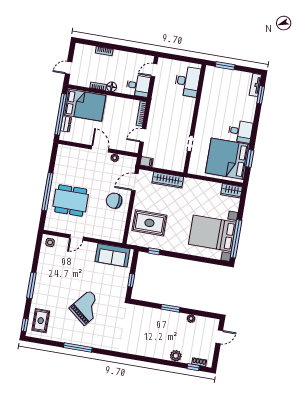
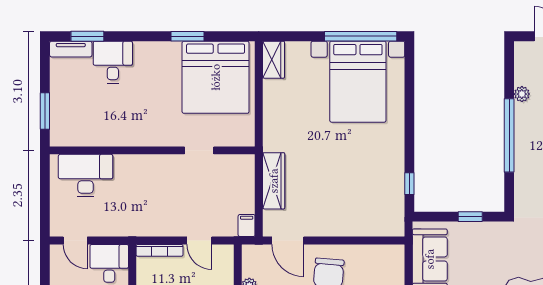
desk: (240, 131) -> (113, 62), moved
window: (250, 158) -> (187, 36), moved
rug: (149, 223) -> (359, 201), removed
window: (170, 308) -> (509, 135), width x2.11

